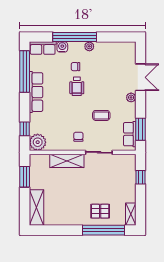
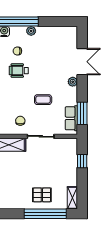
wheelchair: (77, 86) -> (19, 71), turned 90

